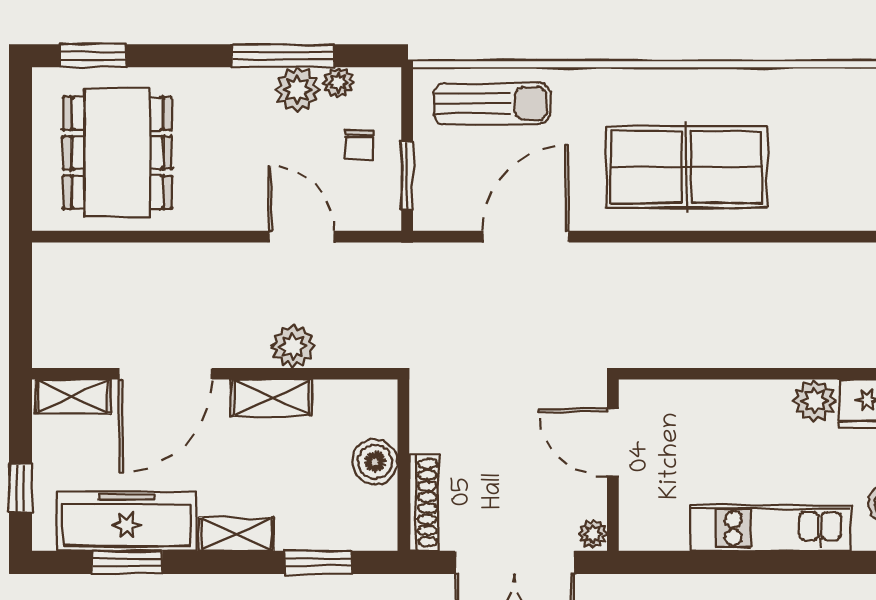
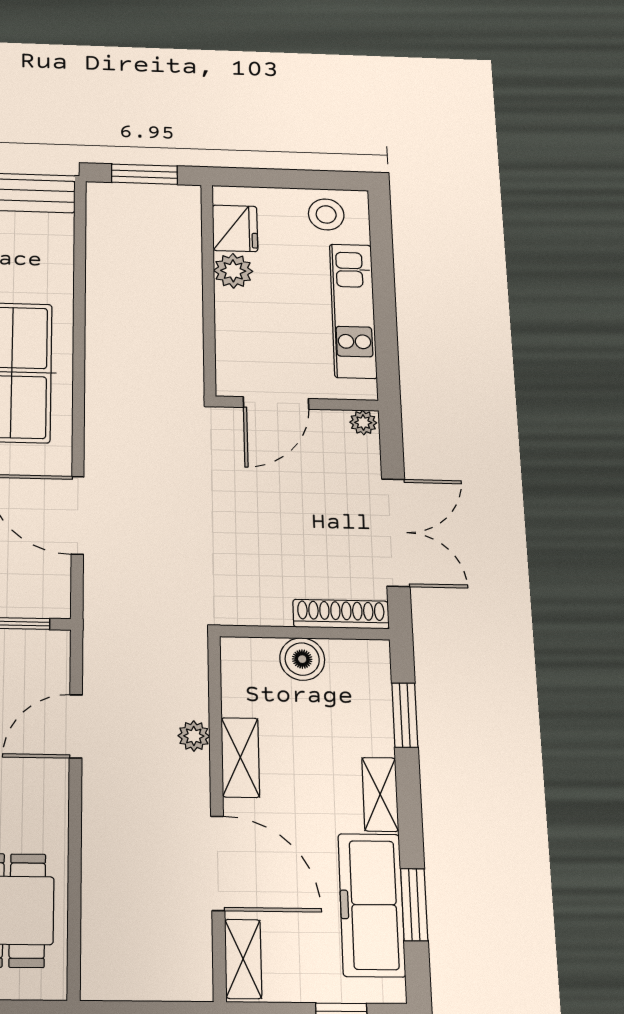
plant: (293, 346) -> (194, 736), width x0.73, depth x0.73
door: (613, 443) -> (276, 403), moved
wall: (613, 465) -> (297, 404), moved
plant: (593, 534) -> (363, 423), moved

